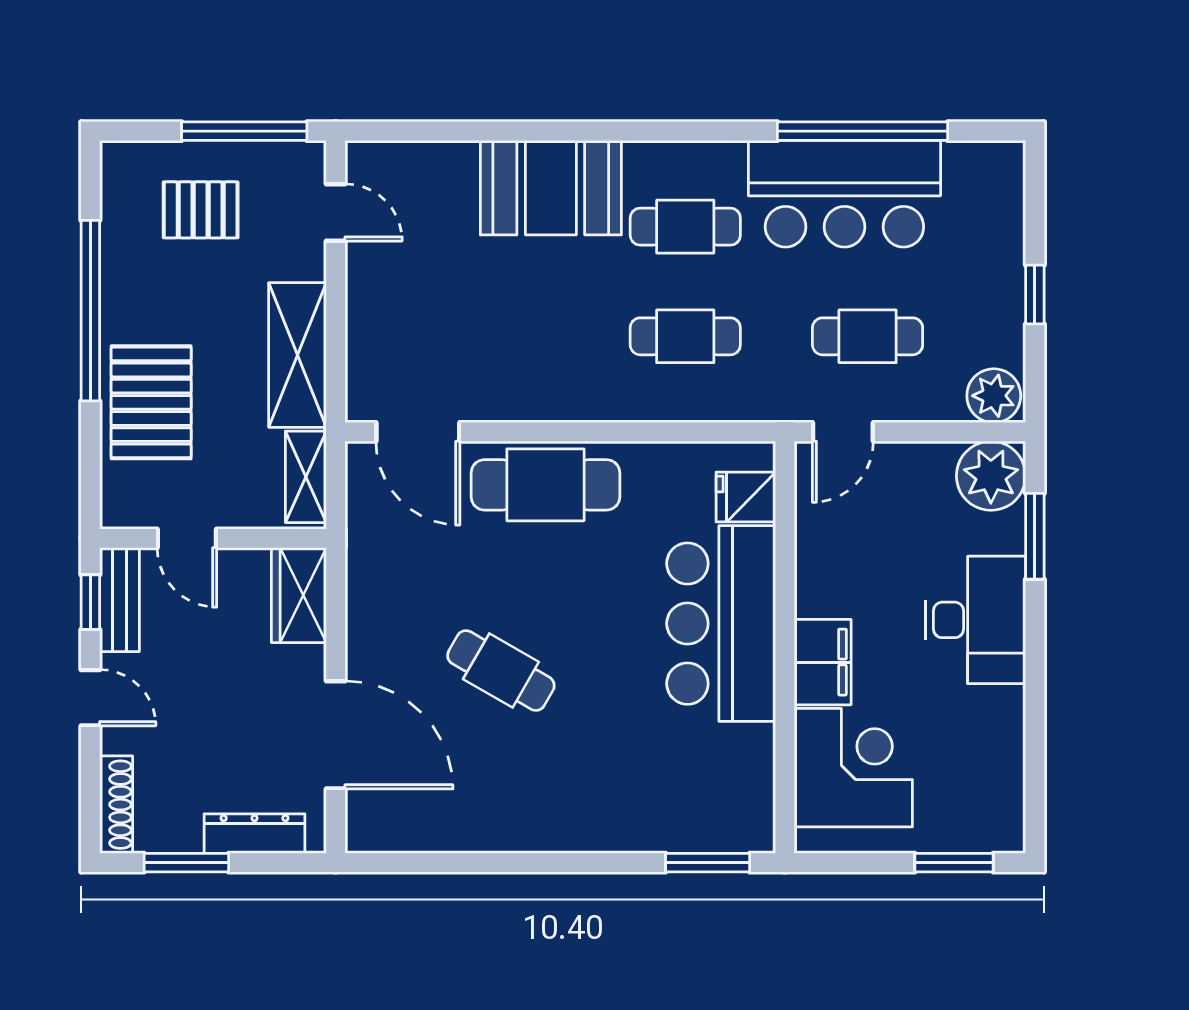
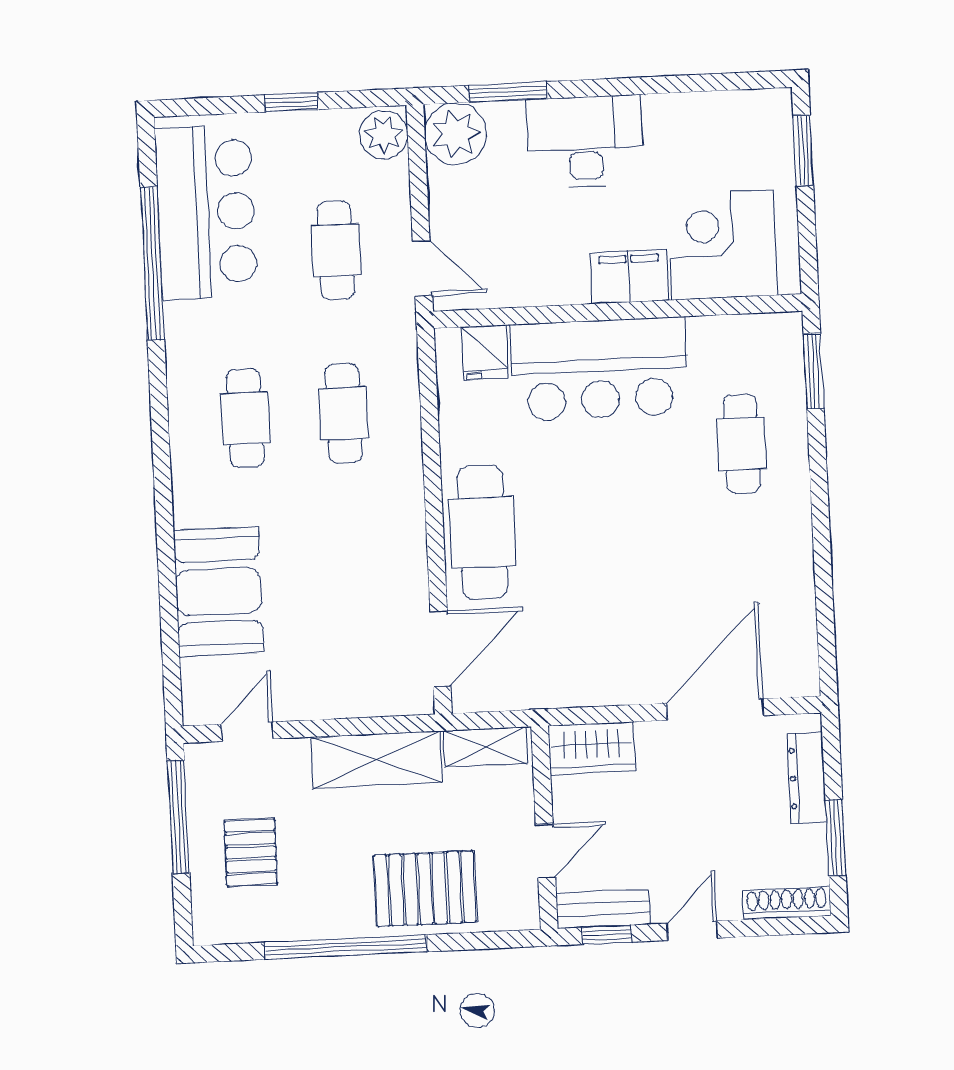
booth: (551, 188) -> (219, 591), moved
bar counter: (844, 194) -> (206, 212), moved
cafe table: (501, 671) -> (742, 444), moved, turned -30

